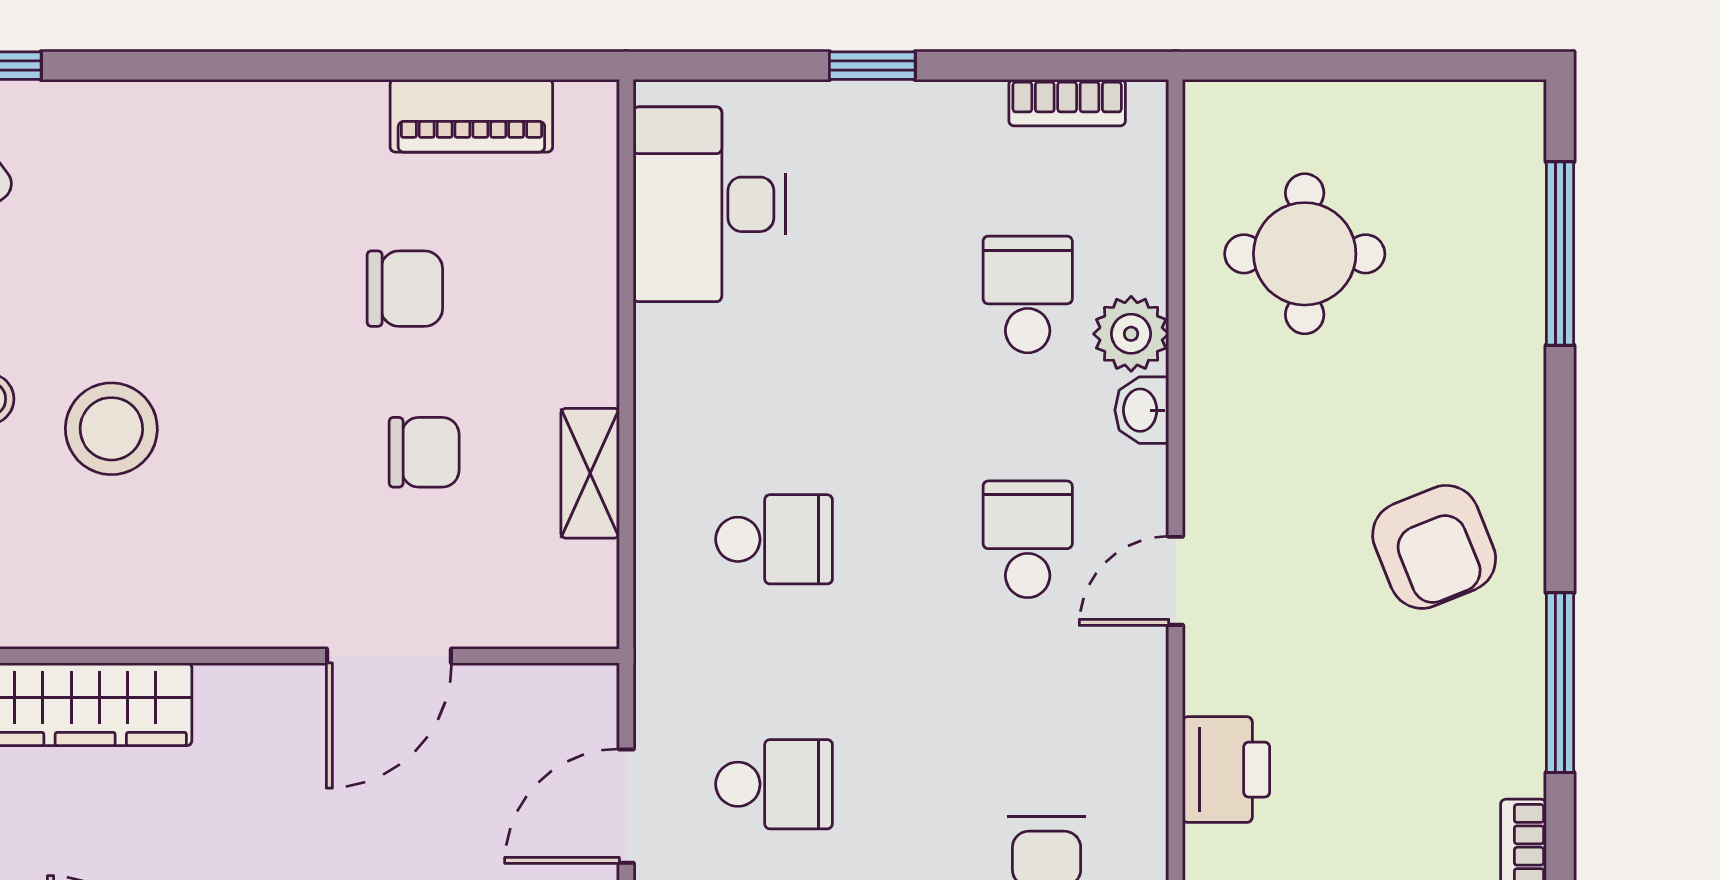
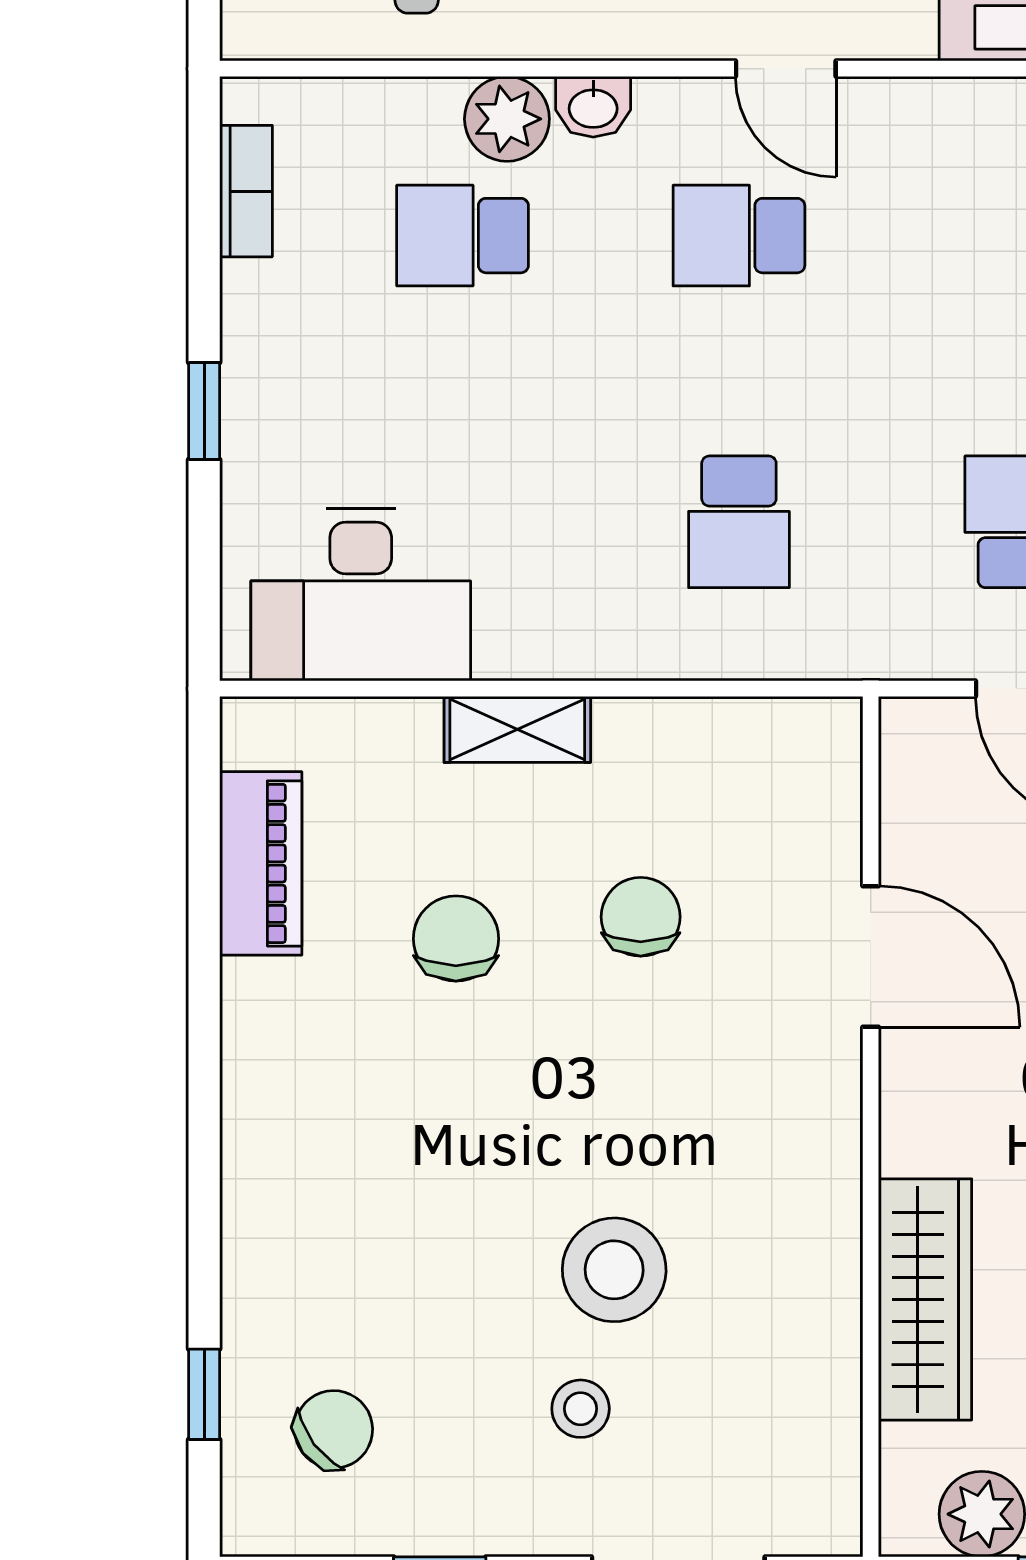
shelving: (590, 473) -> (517, 729), moved
school desk: (774, 539) -> (739, 522), turned 180

